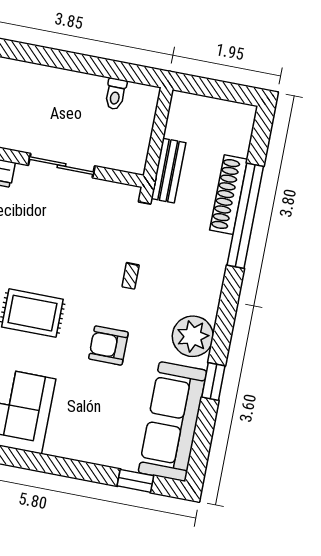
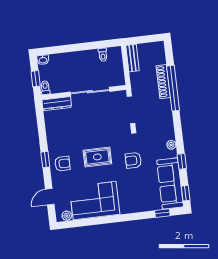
sliding door: (61, 166) -> (90, 92), width x1.37
bench: (168, 171) -> (133, 58), moved
plant: (193, 336) -> (171, 145), width x0.53, depth x0.53
window: (199, 454) -> (186, 193), added

